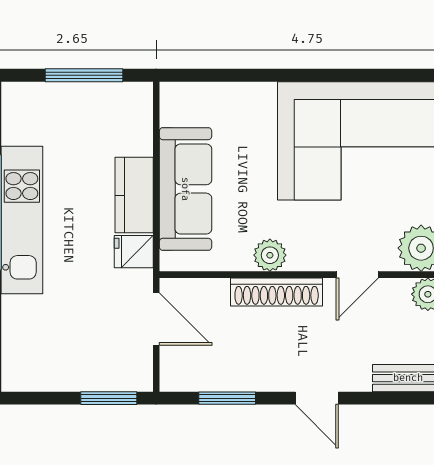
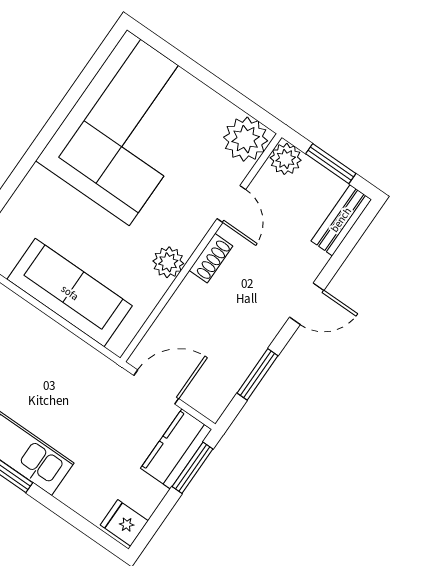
kitchen counter: (134, 195) -> (176, 449), moved, turned 90
fridge: (134, 252) -> (124, 523), moved, turned 90
shoe rack: (277, 292) -> (211, 258), width x0.51, depth x0.81

